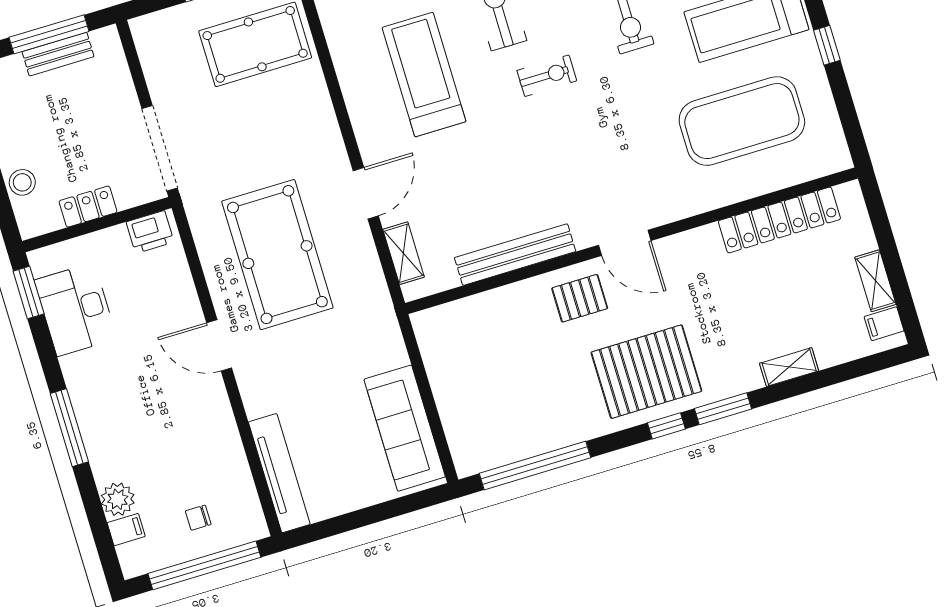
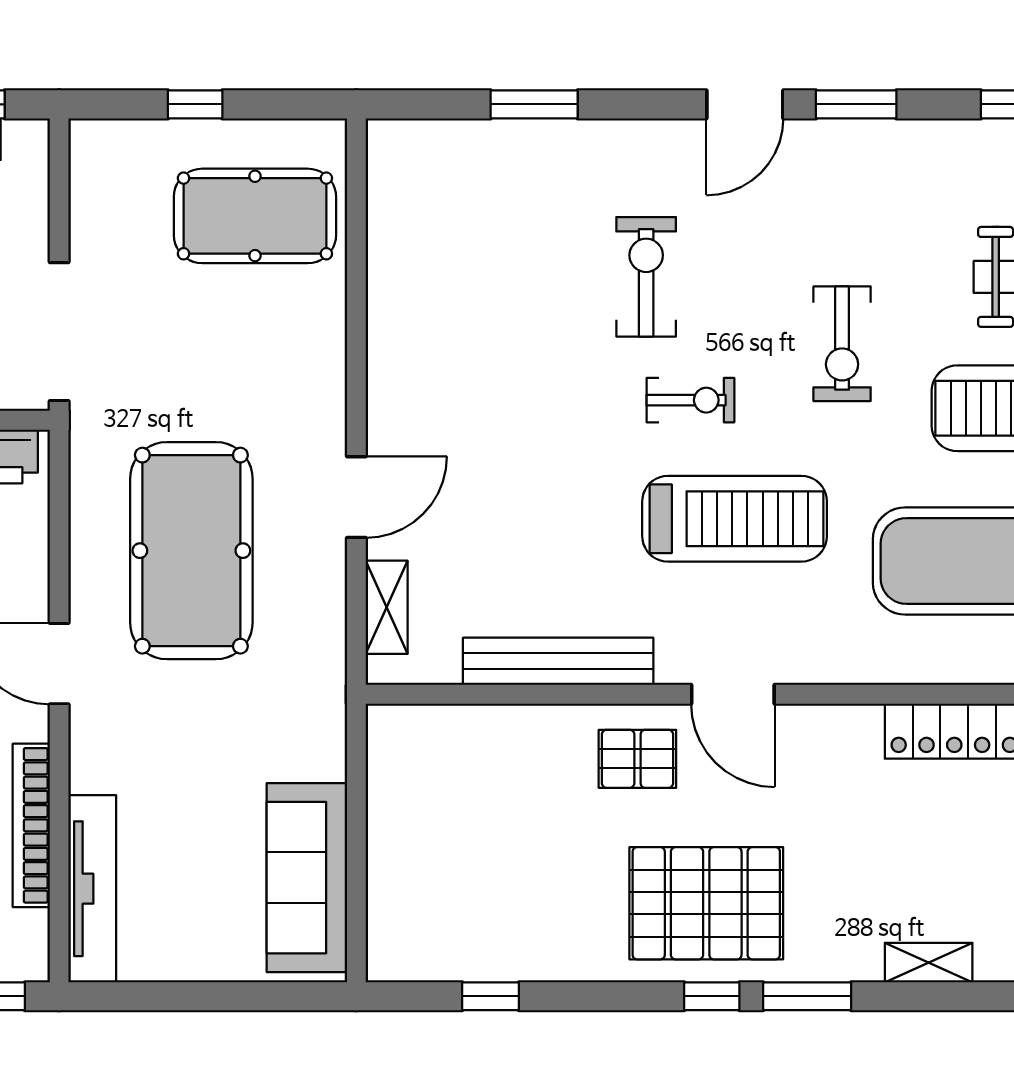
treadmill: (424, 75) -> (735, 519), moved, turned 90
bookcase: (232, 446) -> (31, 825), added
window: (535, 466) -> (490, 996), width x0.32

